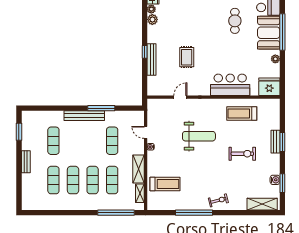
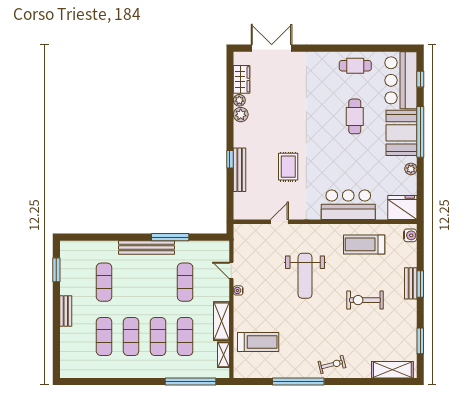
weight bench: (199, 136) -> (305, 276), turned 90
exercise bike: (242, 154) -> (365, 300), turned 180
water cooler: (275, 180) -> (410, 235), moved

